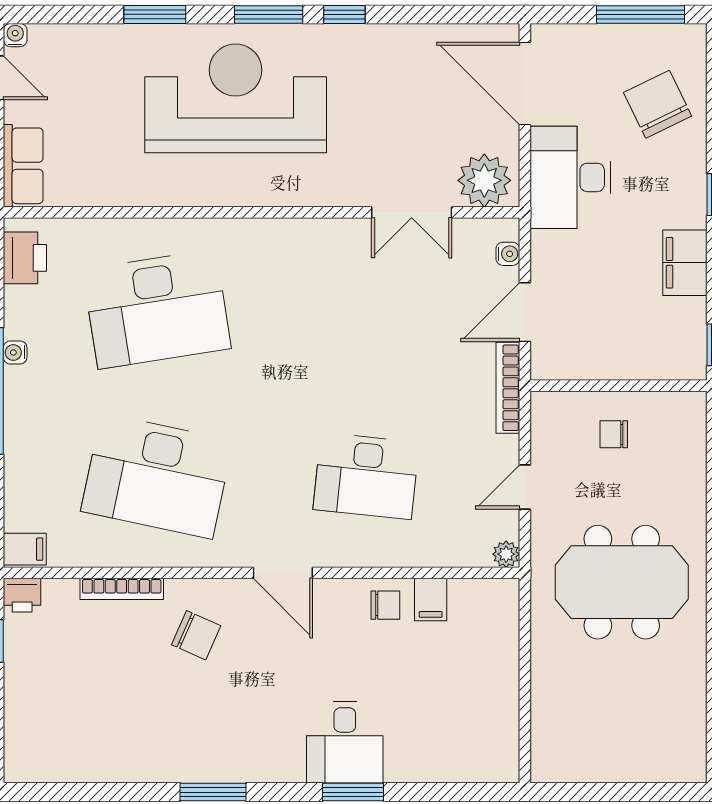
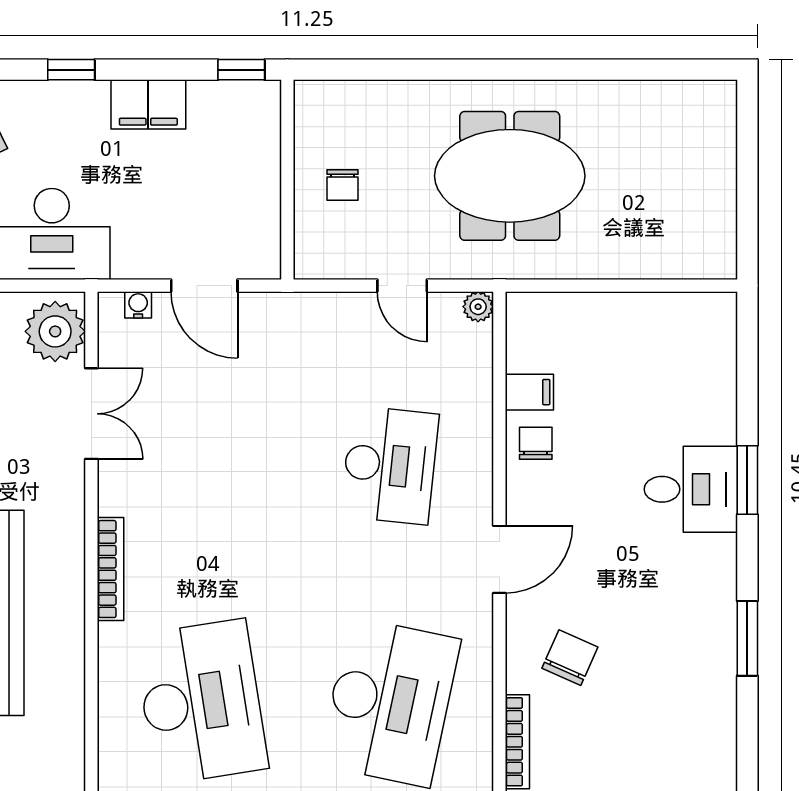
bookcase: (508, 388) -> (110, 569), moved, turned -90
meeting table: (622, 582) -> (510, 176), turned 90

